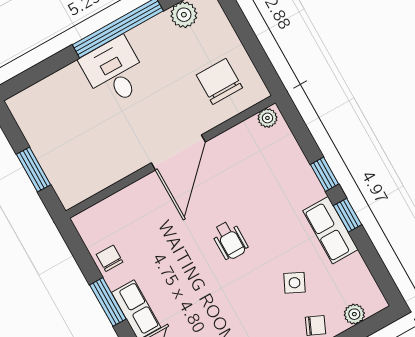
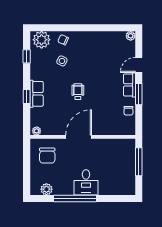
window: (34, 169) -> (139, 162), width x1.44
window: (347, 215) -> (27, 56), moved
row of seats: (330, 230) -> (37, 94), moved
plant: (354, 314) -> (42, 40), width x1.87, depth x1.87

